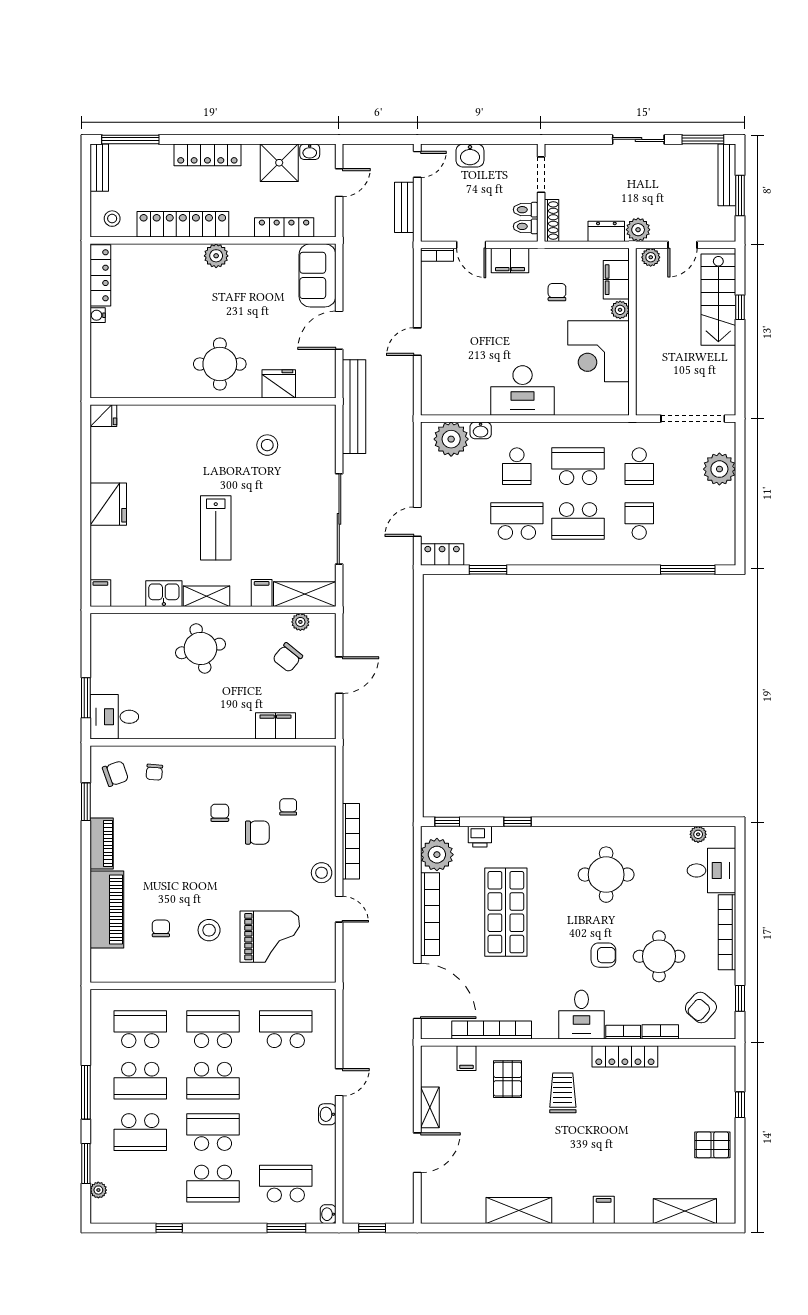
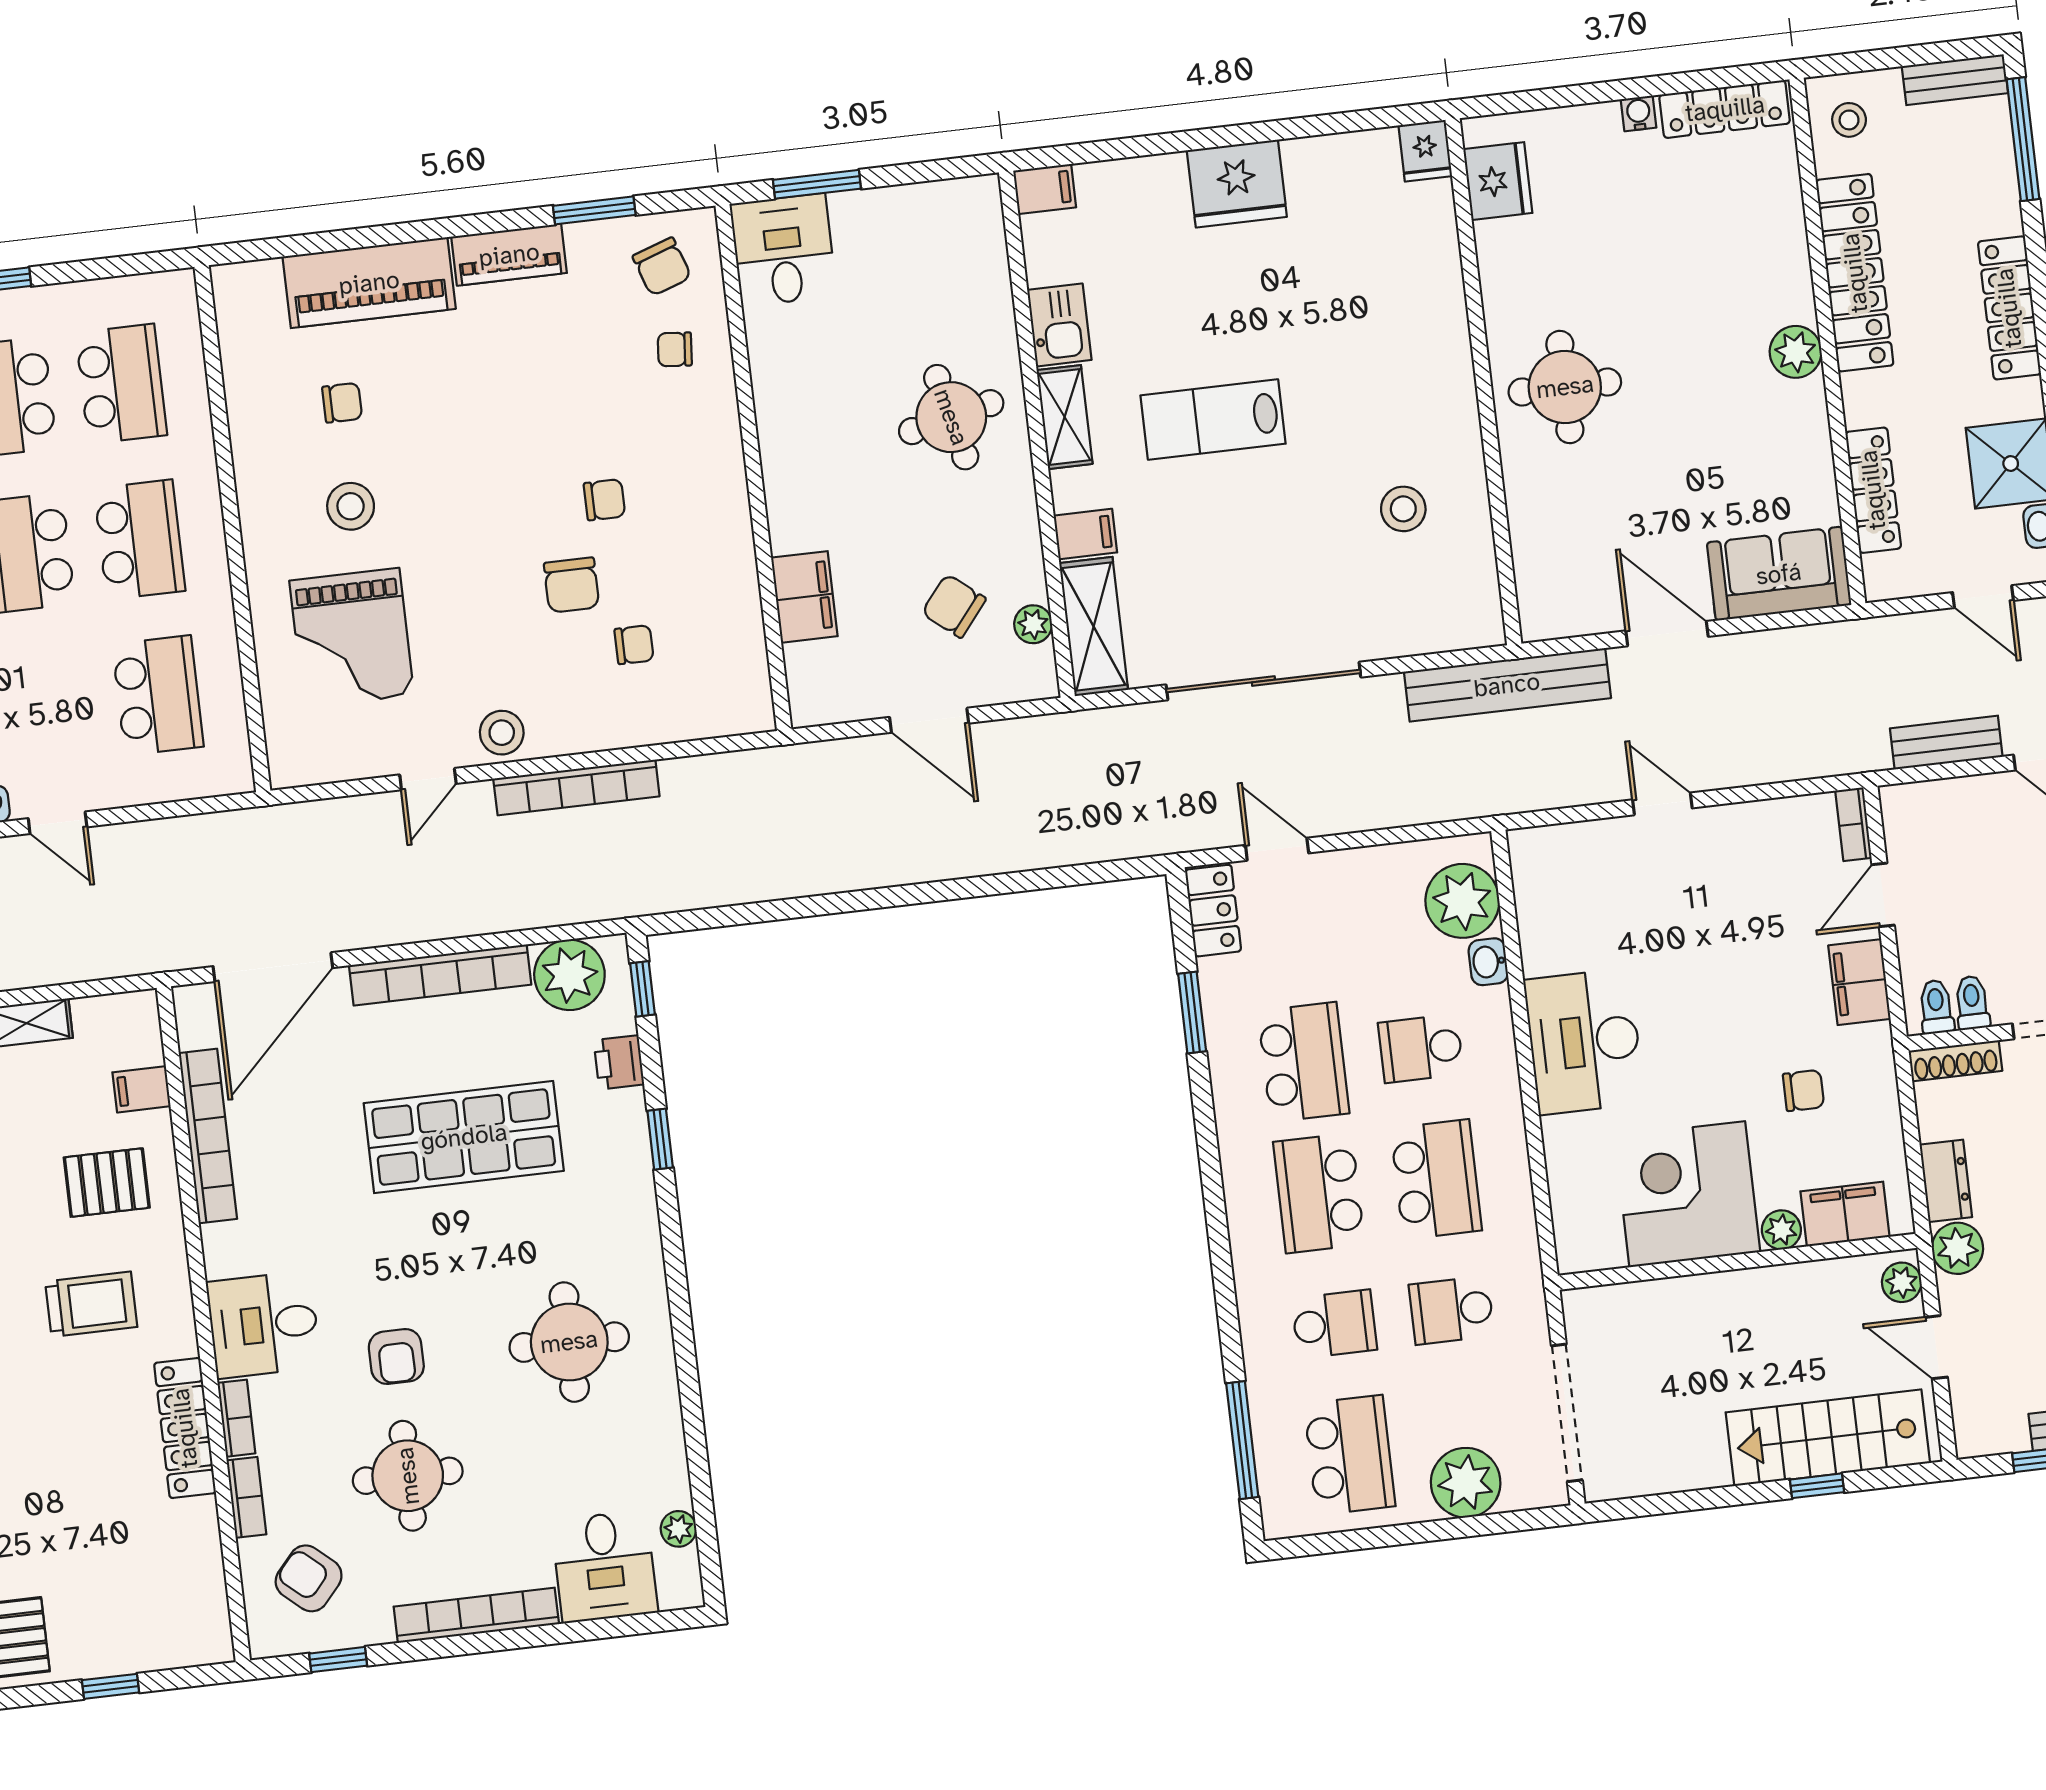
fridge: (279, 384) -> (1498, 181), moved
school desk: (700, 521) -> (1350, 1455), added

